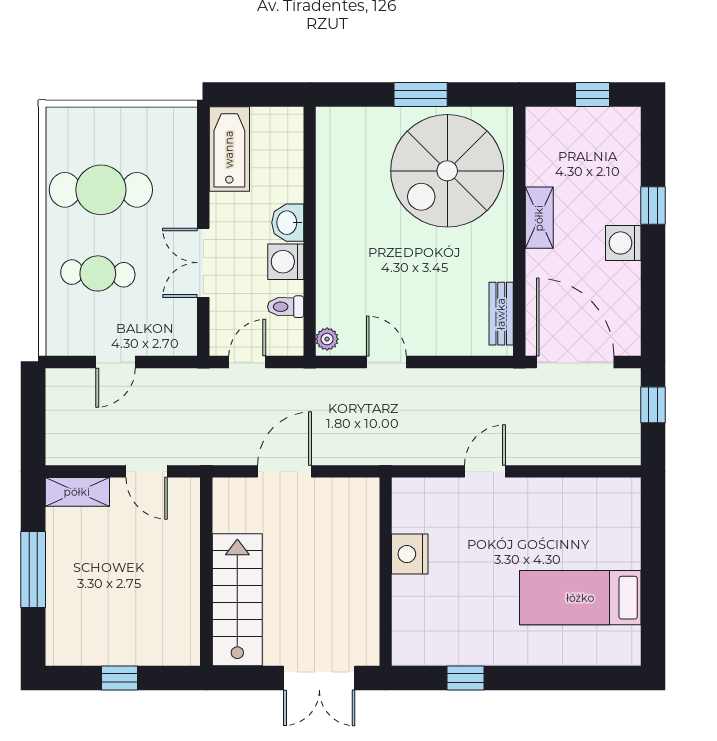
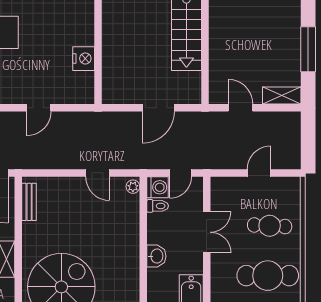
washing machine: (286, 262) -> (158, 187), moved

